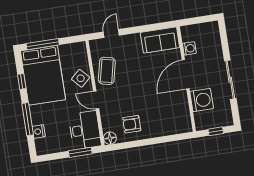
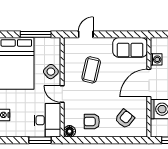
window: (43, 44) -> (36, 34), moved
coffee table: (107, 71) -> (91, 70), moved
armchair: (166, 116) -> (125, 119), added

